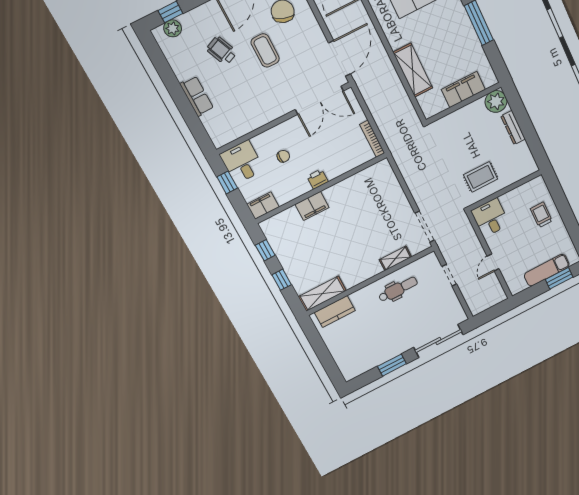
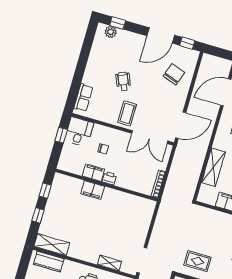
wheelchair: (222, 51) -> (123, 81), moved
coffee table: (265, 51) -> (127, 113), moved
row of seats: (197, 96) -> (83, 98), moved
filing cabinet: (263, 206) -> (93, 173), moved

